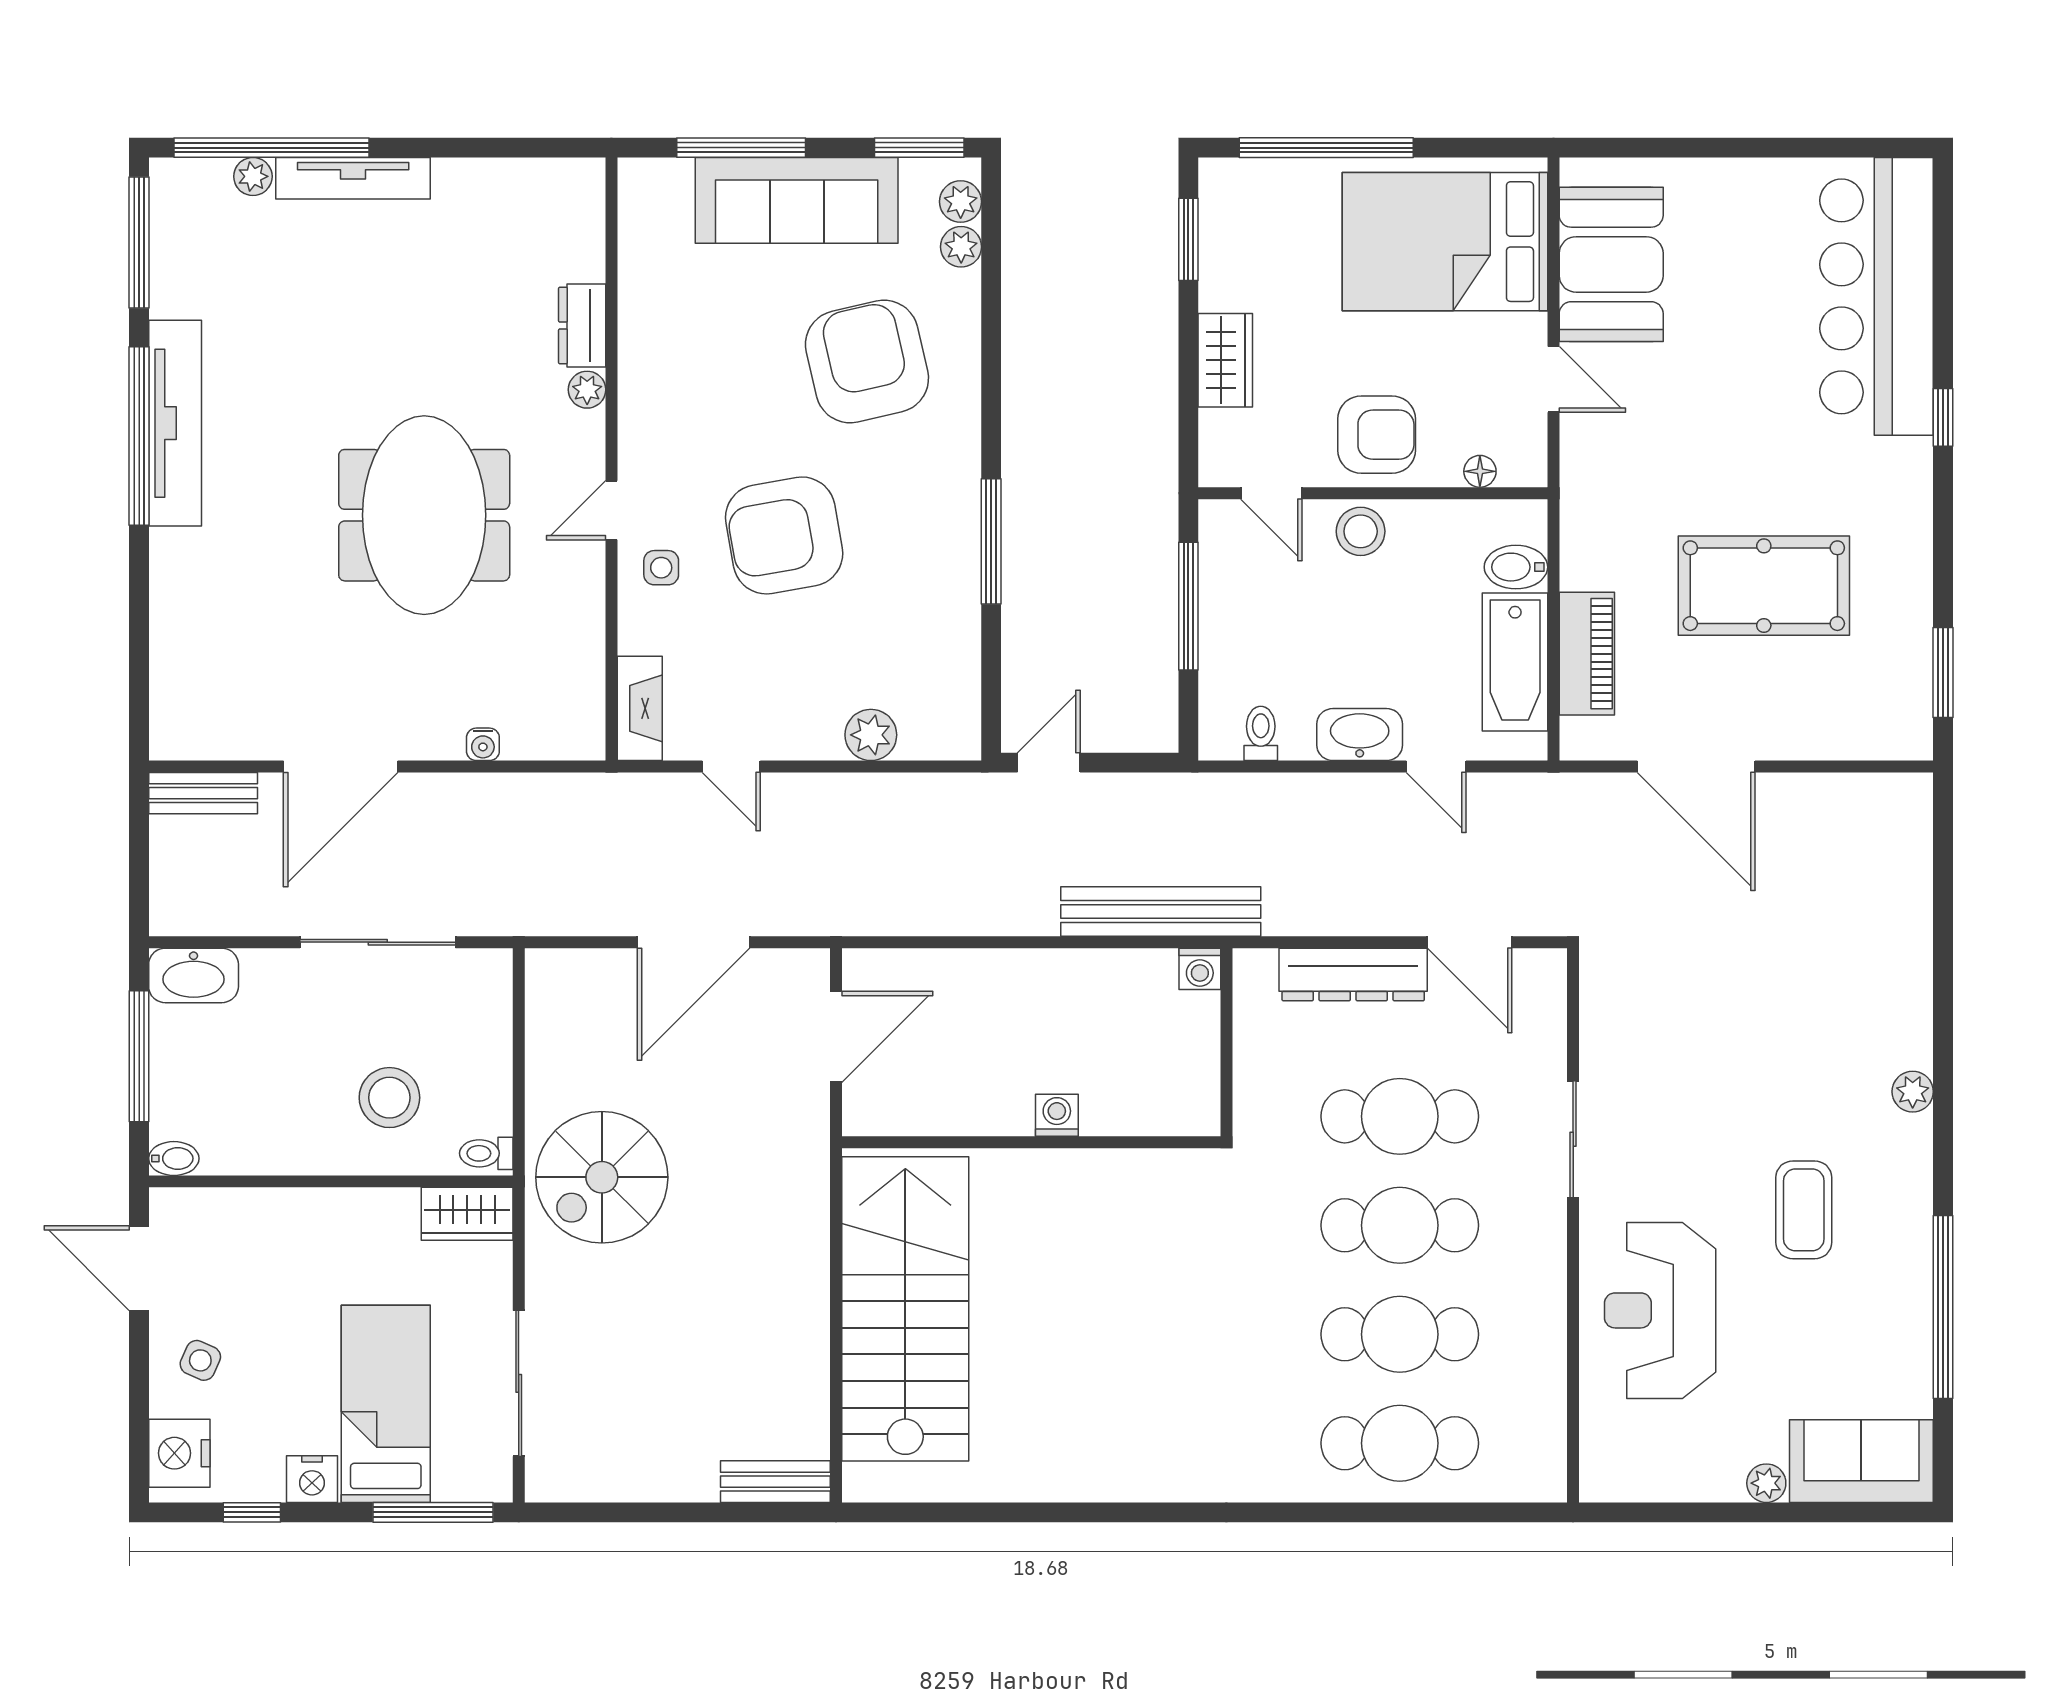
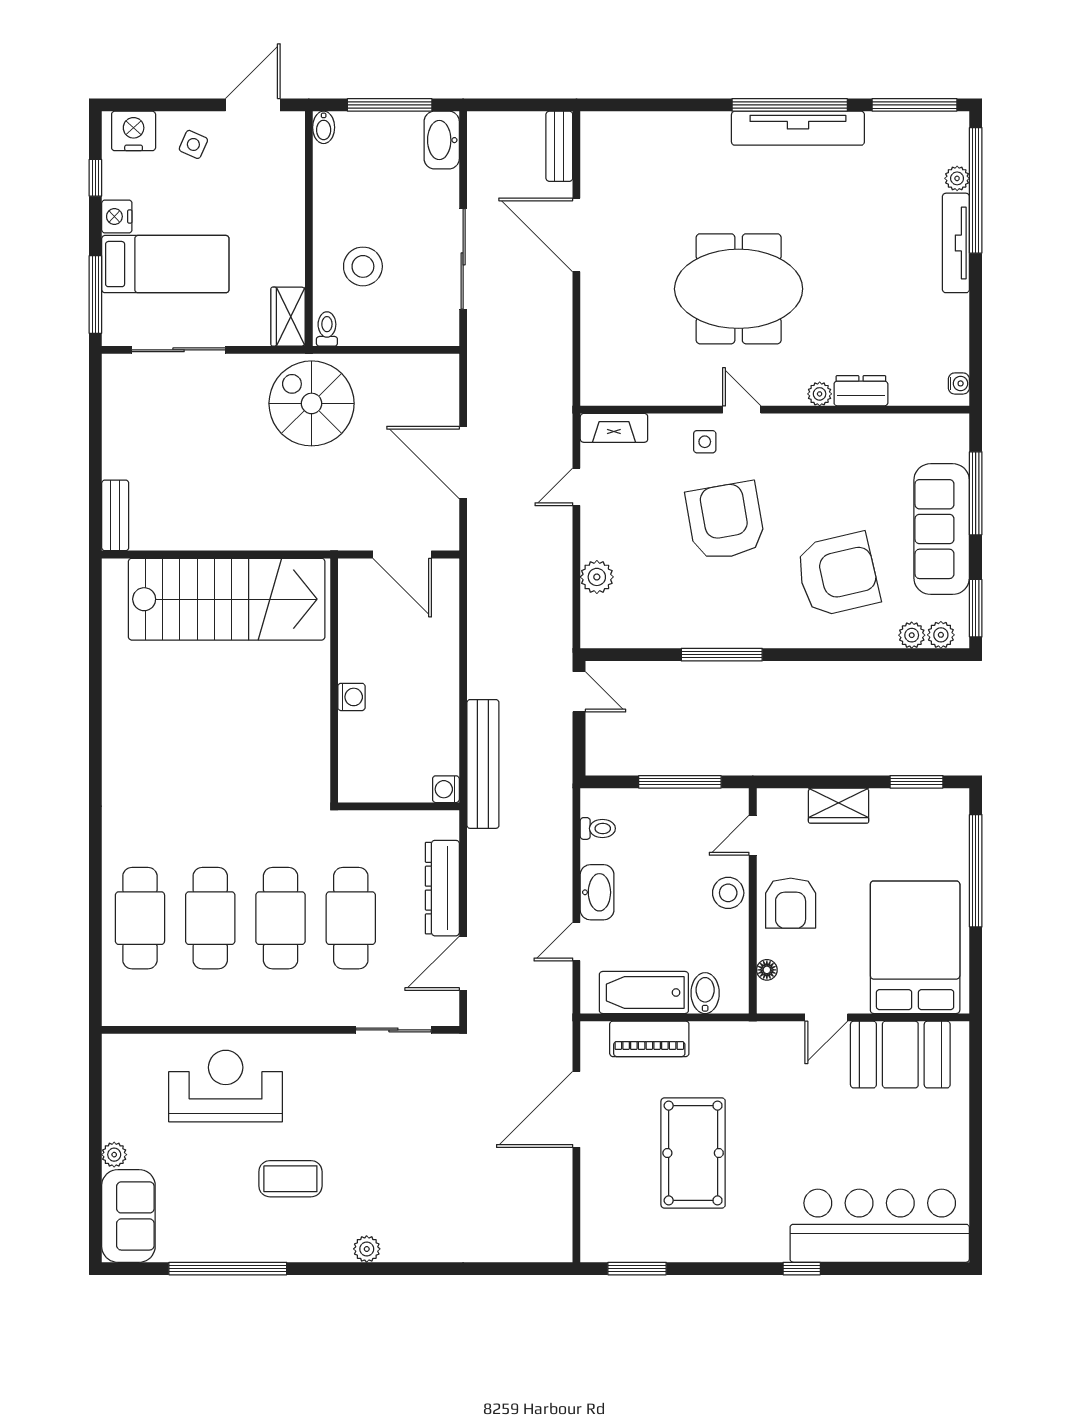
water cooler: (483, 744) -> (959, 383), moved, turned 180
sliding door: (1573, 1139) -> (393, 1030), moved

